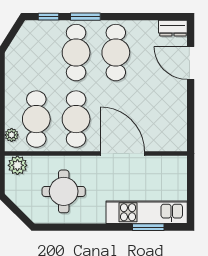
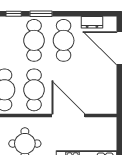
dresser: (173, 28) -> (92, 22), moved
door: (191, 63) -> (119, 48), width x1.36

